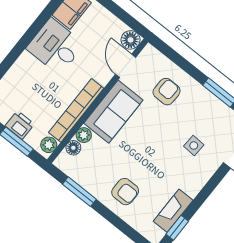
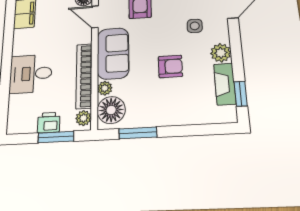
desk: (55, 46) -> (31, 74), moved
floor lamp: (73, 148) -> (111, 110), width x1.89, depth x1.89
plant: (192, 185) -> (221, 53), added
armchair: (125, 192) -> (170, 66), moved

